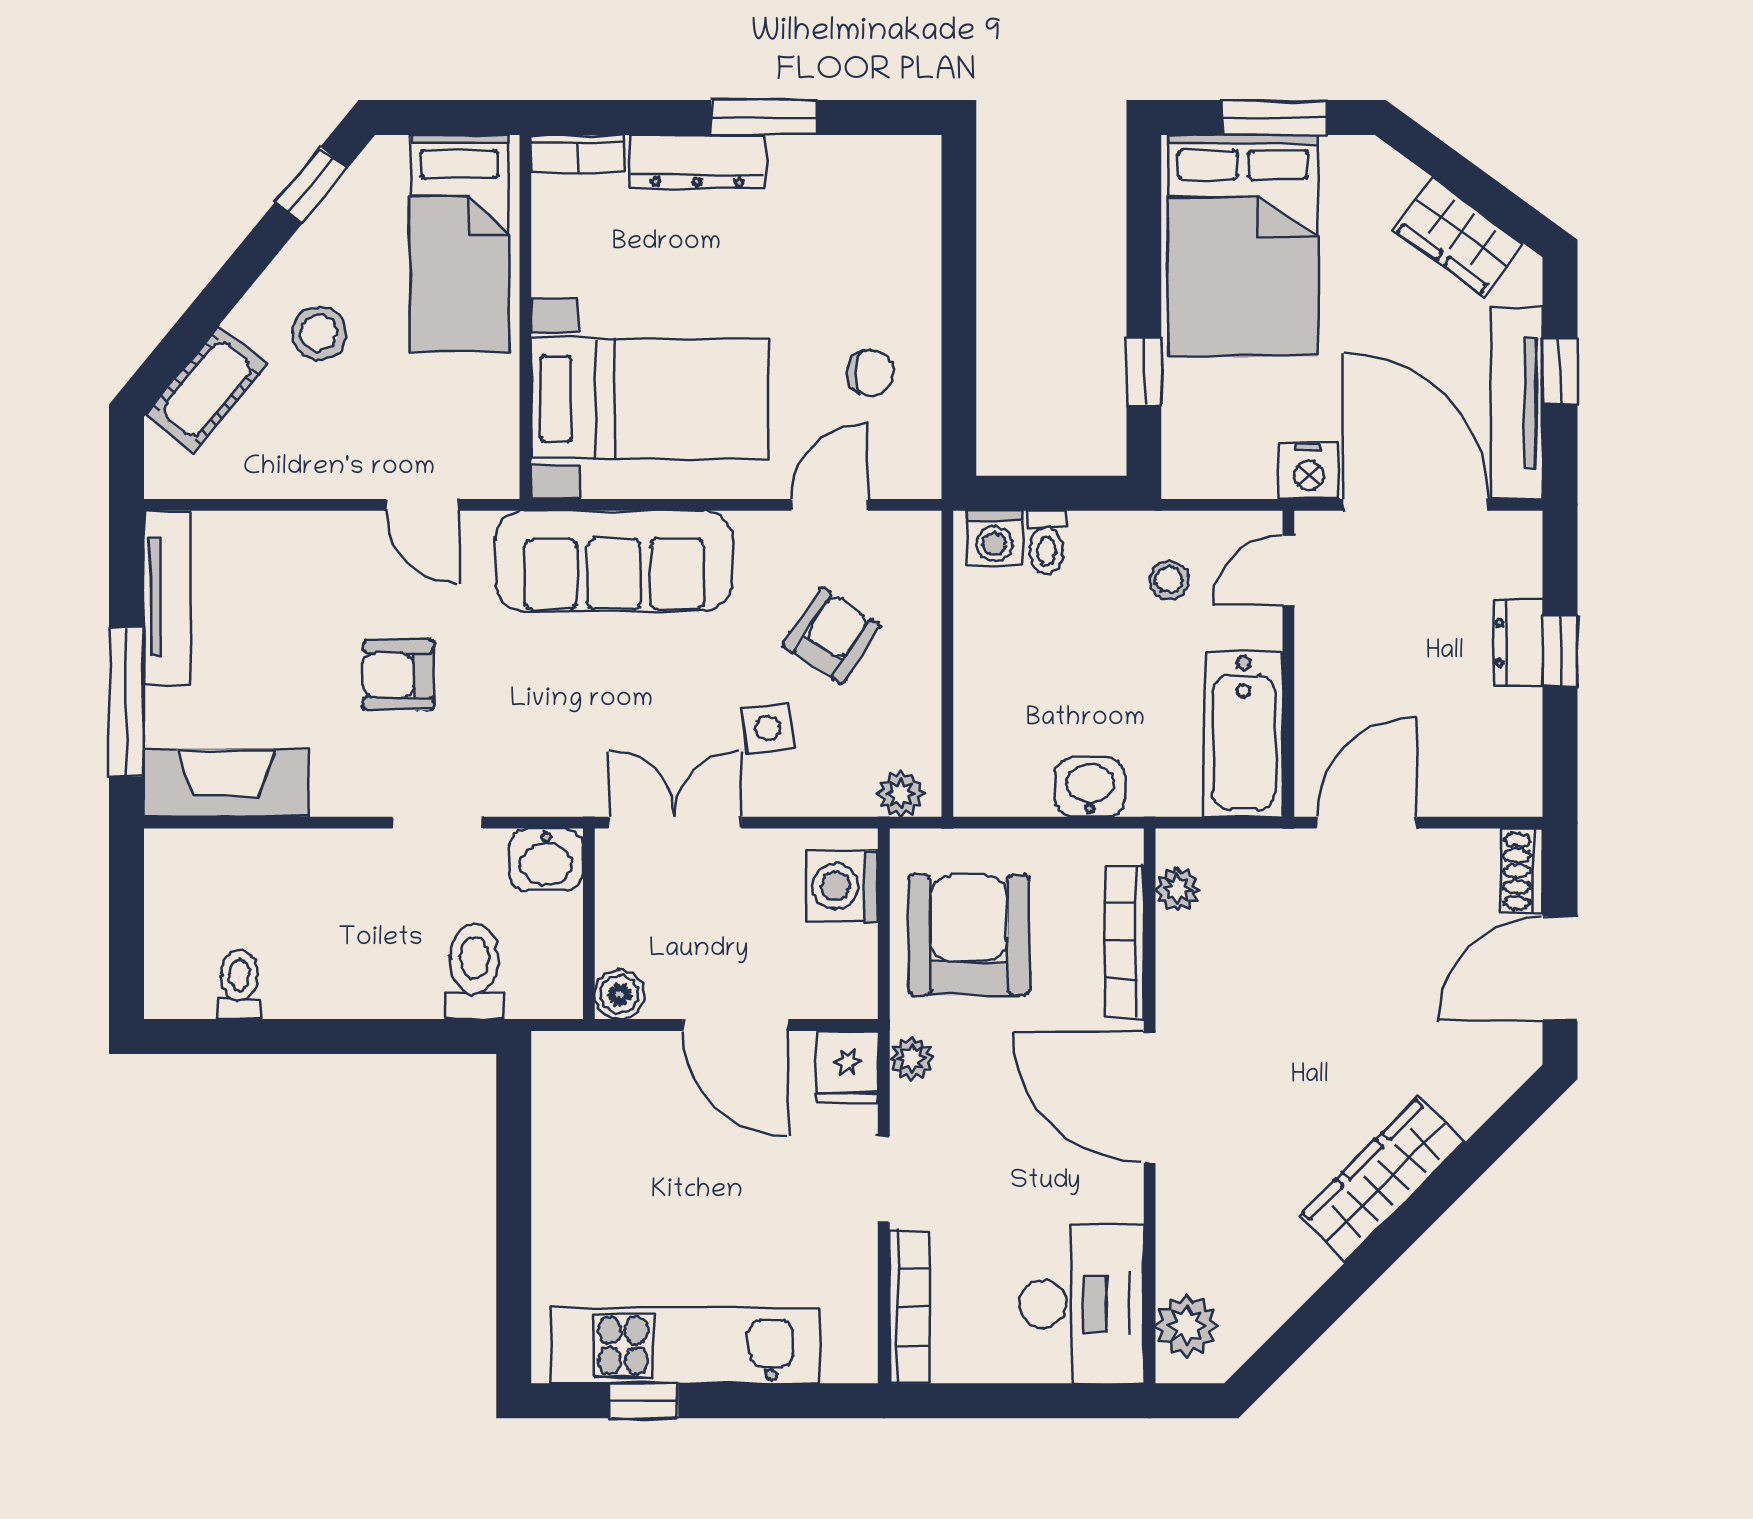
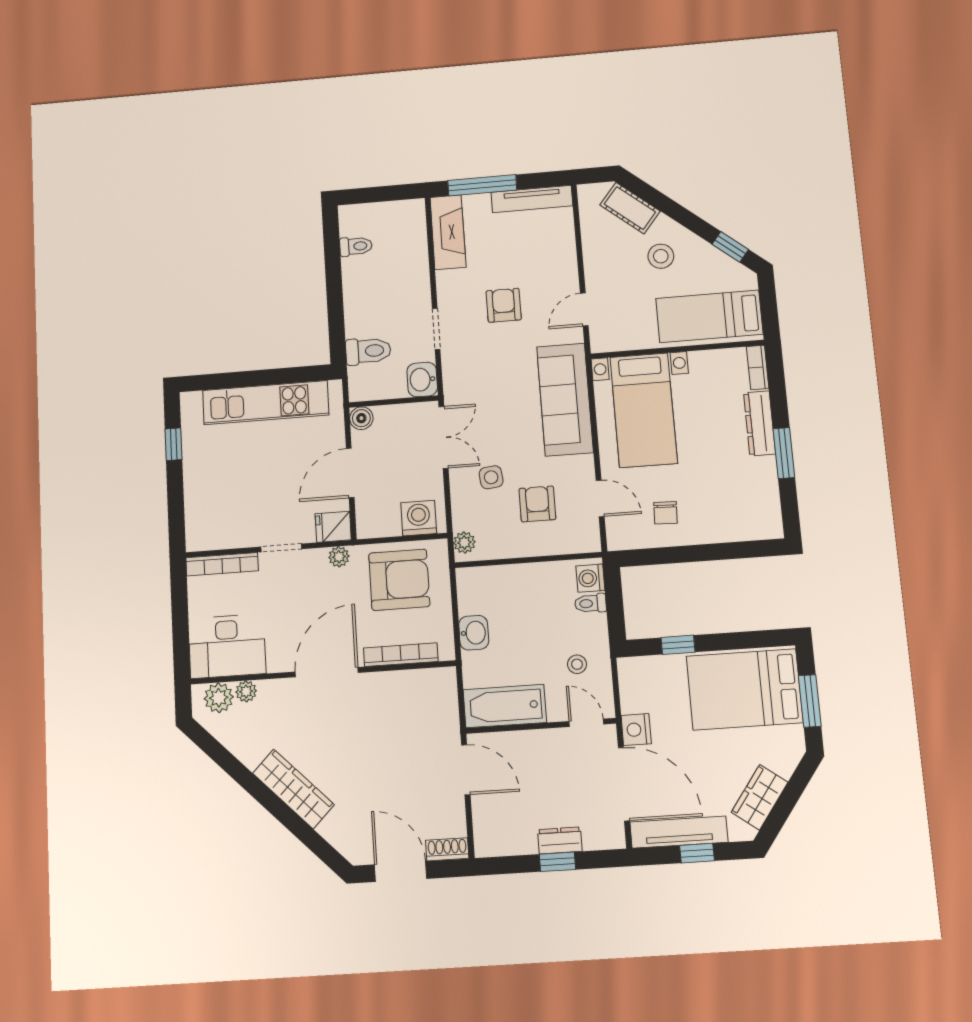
door: (1416, 505) -> (624, 784), hinge flipped
armchair: (832, 636) -> (537, 504), turned -123
plant: (1178, 889) -> (246, 691), moved
kitchen unit: (685, 1345) -> (266, 403), moved, turned 90

